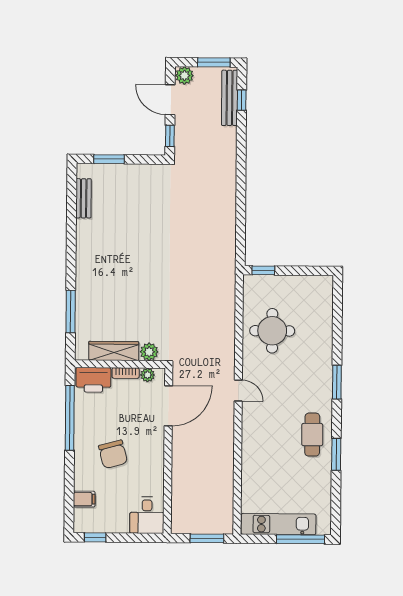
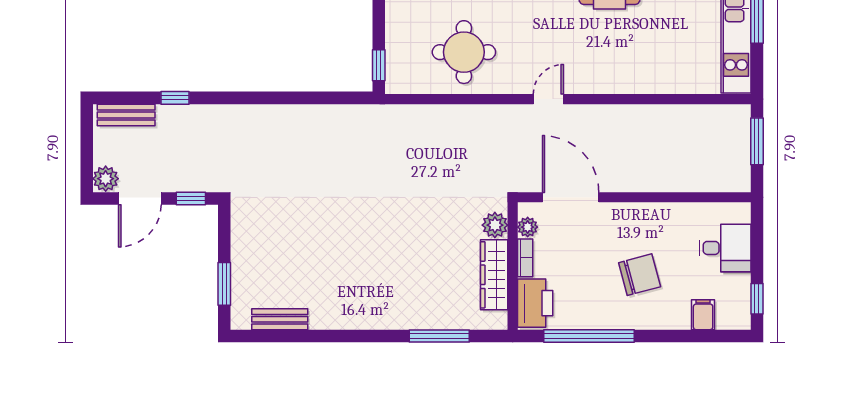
window: (214, 62) -> (87, 137), removed
bench: (230, 98) -> (126, 115), width x0.73
window: (242, 100) -> (175, 98), moved
desk: (147, 515) -> (725, 248), moved

